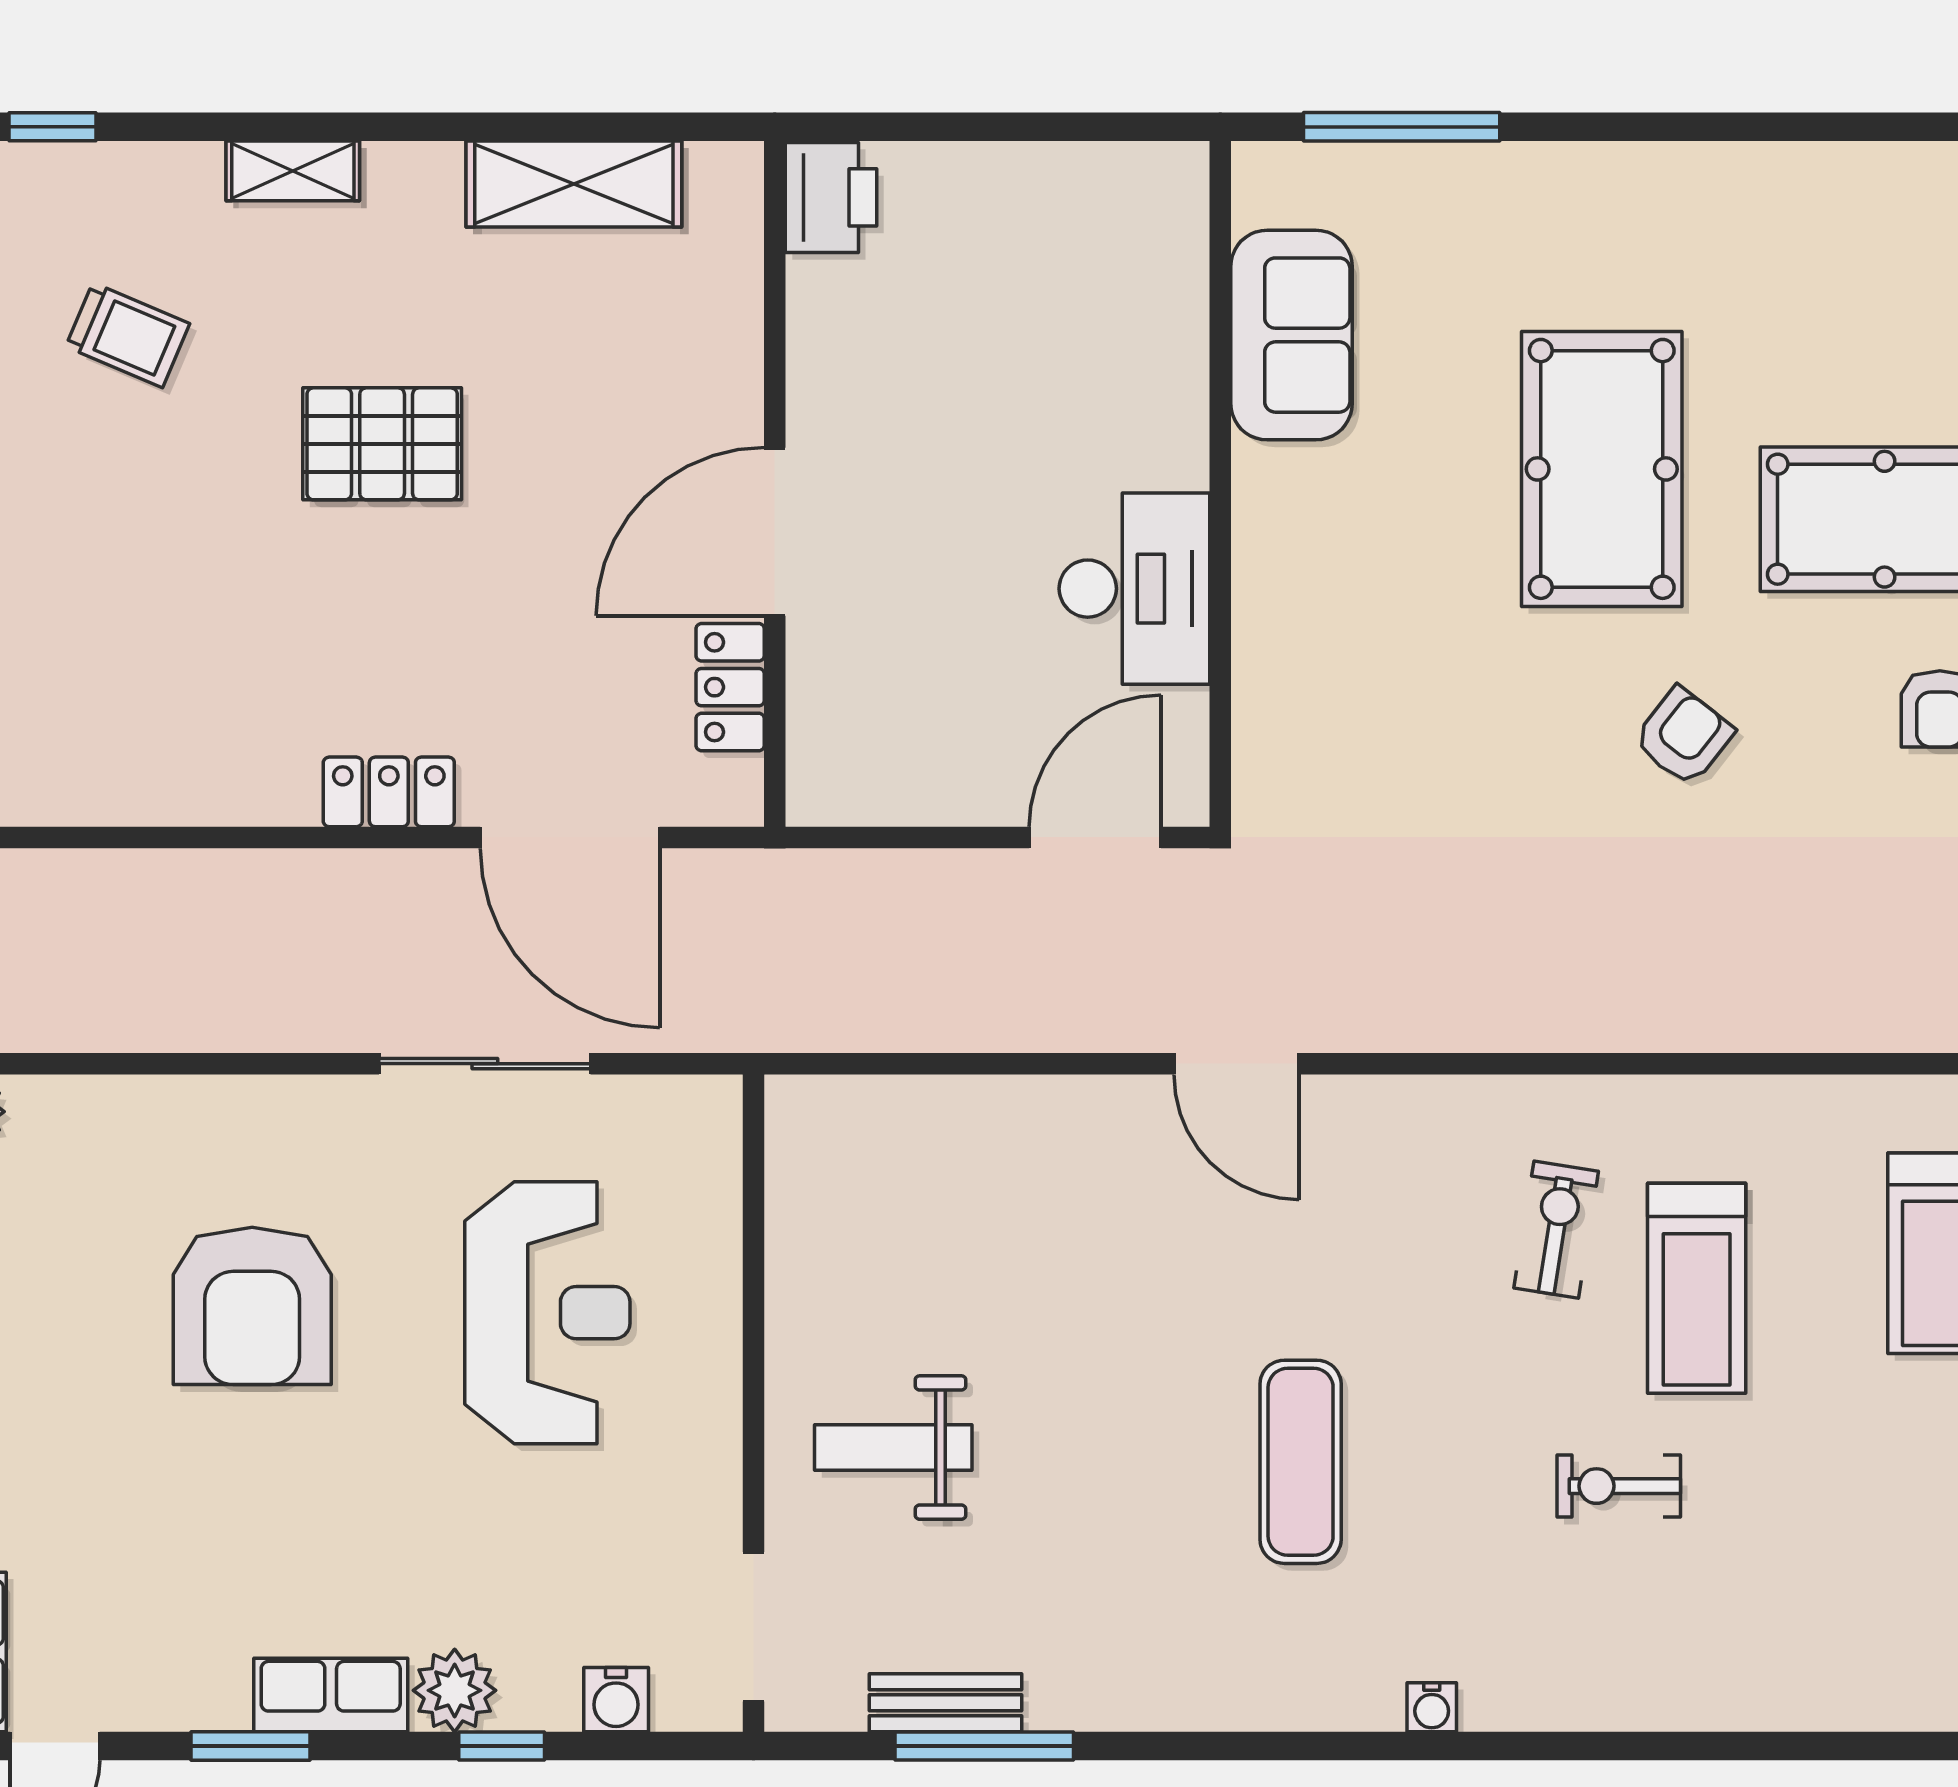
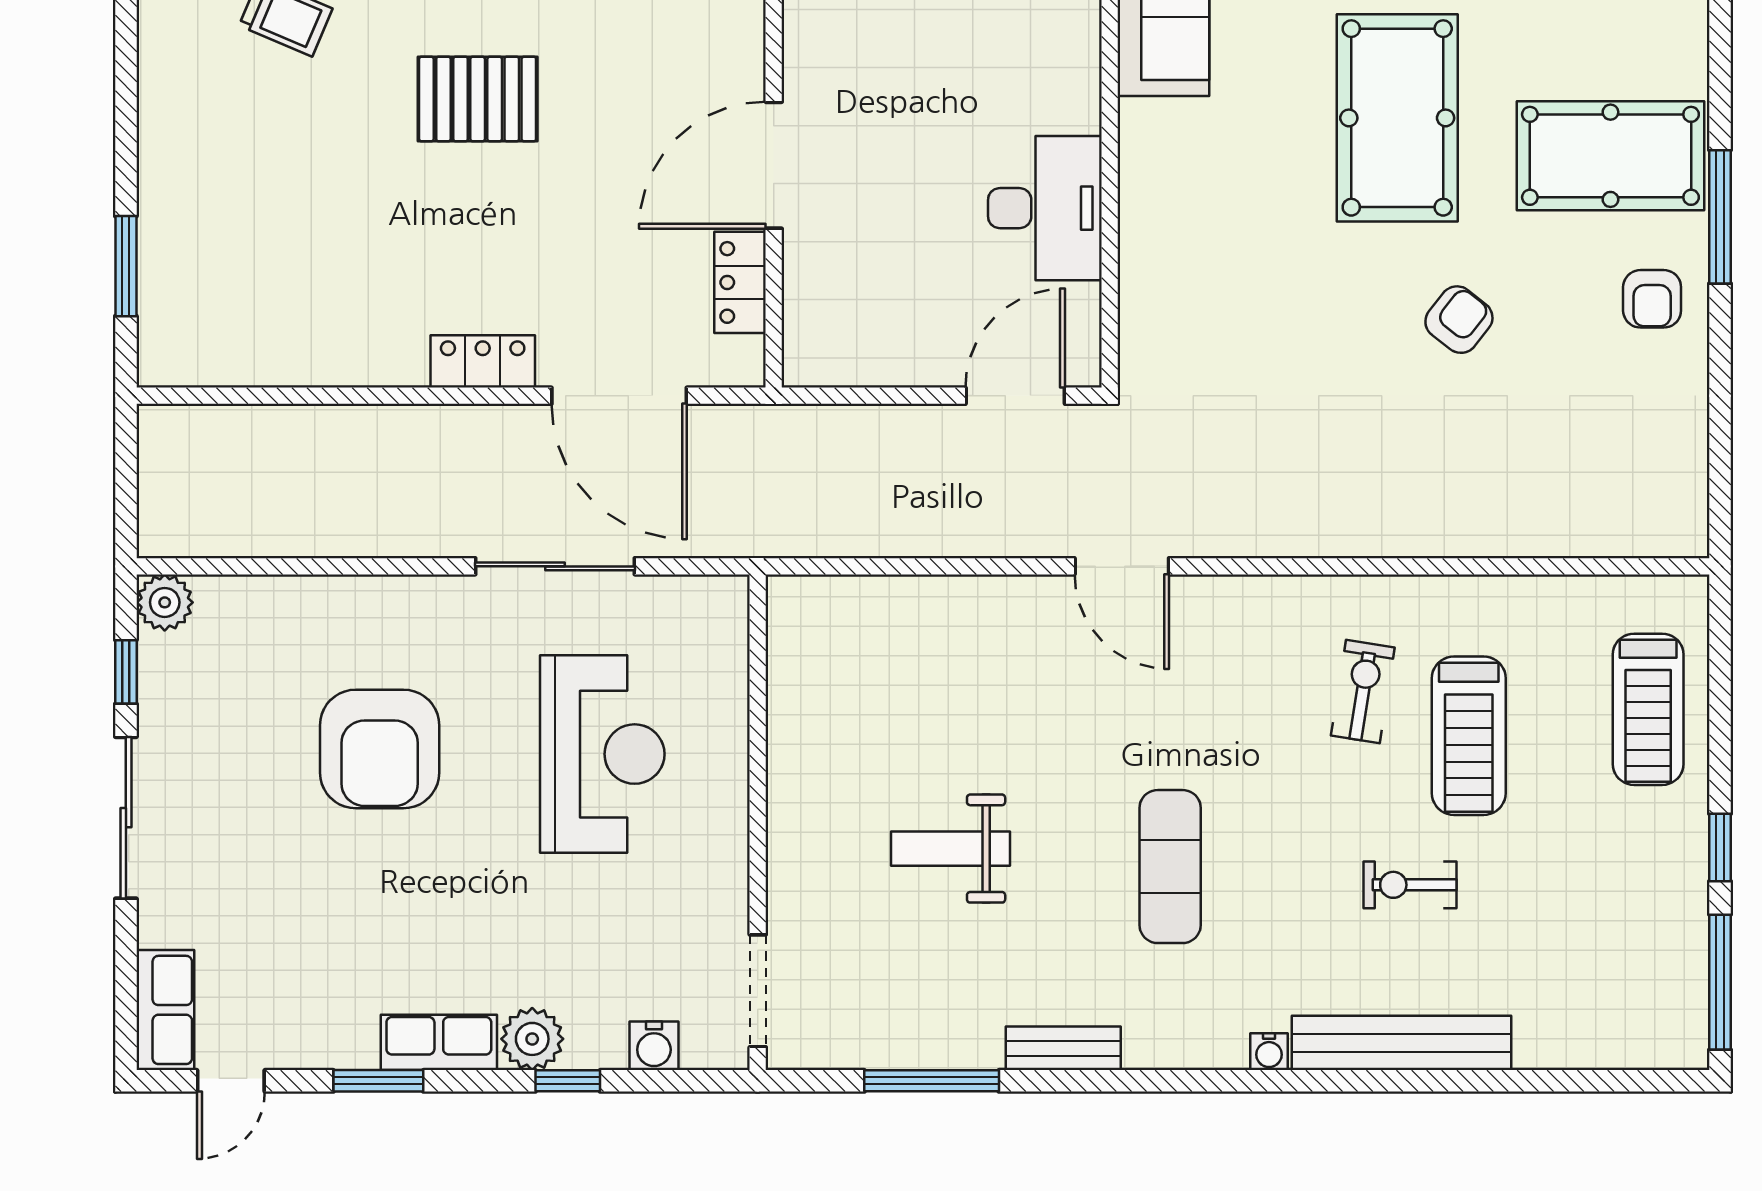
weight bench: (893, 1448) -> (950, 849), moved
bench: (1607, 1696) -> (1401, 1043), added
bench: (945, 1703) -> (1063, 1048), moved

